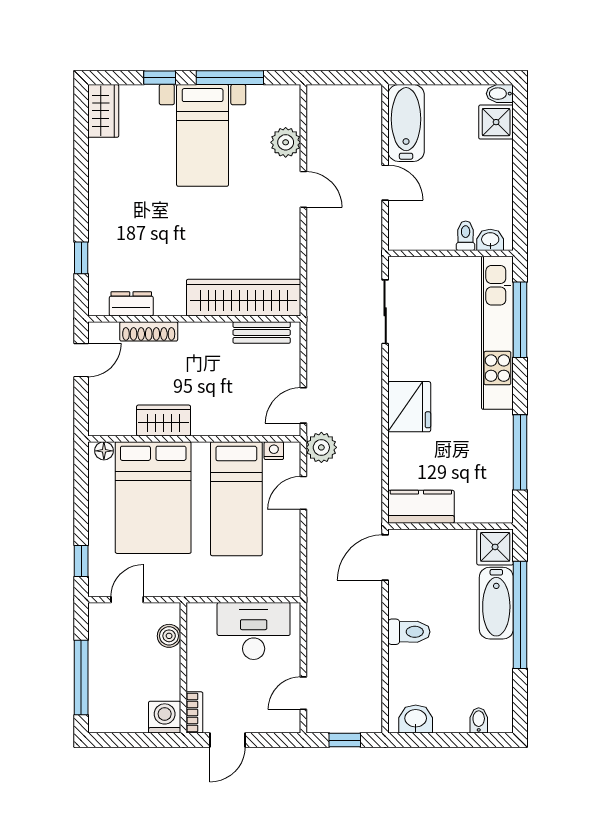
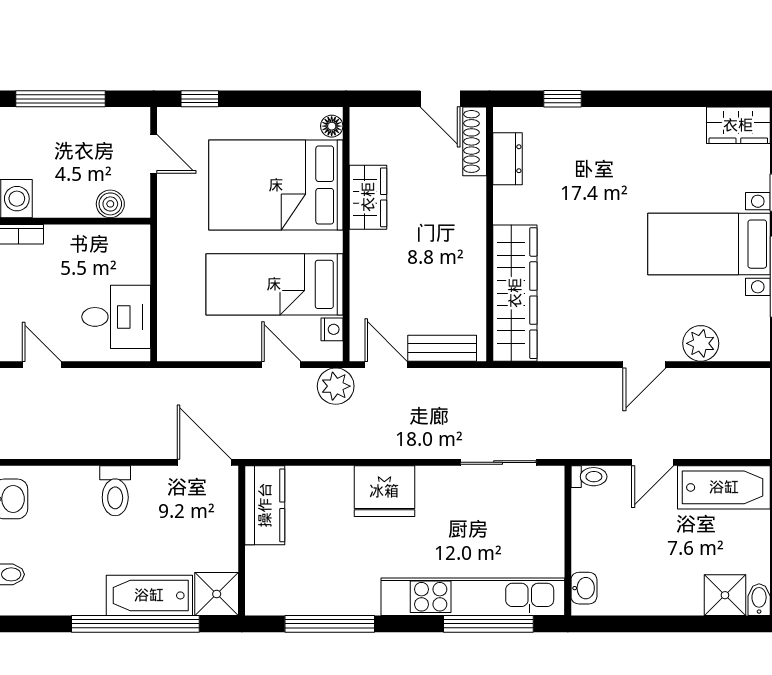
toilet: (466, 236) -> (589, 477), moved
shoe rack: (149, 331) -> (475, 141), moved
bench: (262, 332) -> (442, 348), moved, turned 90
desk: (254, 631) -> (116, 317), width x0.73

